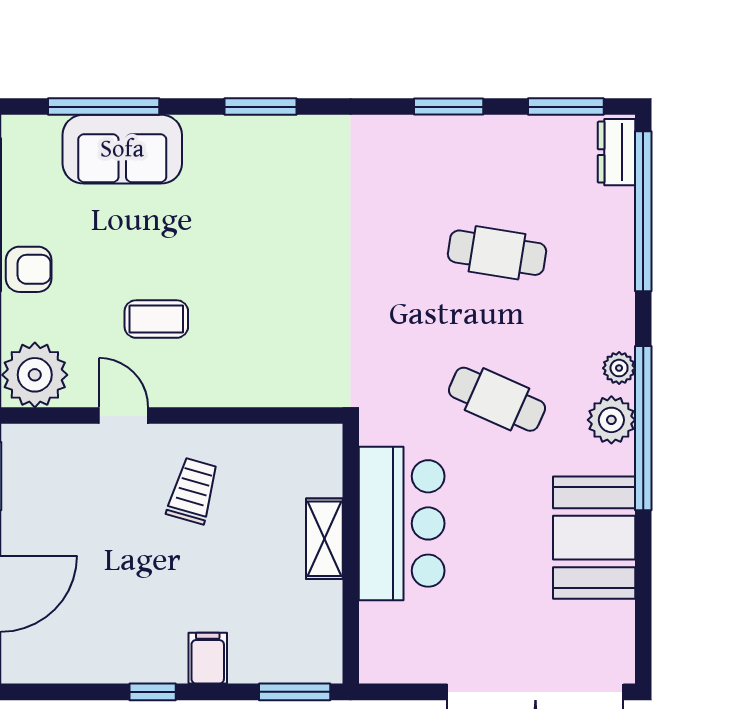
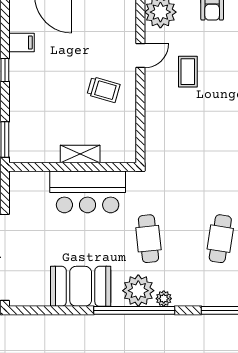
cafe table: (497, 399) -> (148, 239), turned -30
plant: (611, 420) -> (138, 291), width x1.36, depth x1.36
filing cabinet: (208, 658) -> (21, 43), moved

